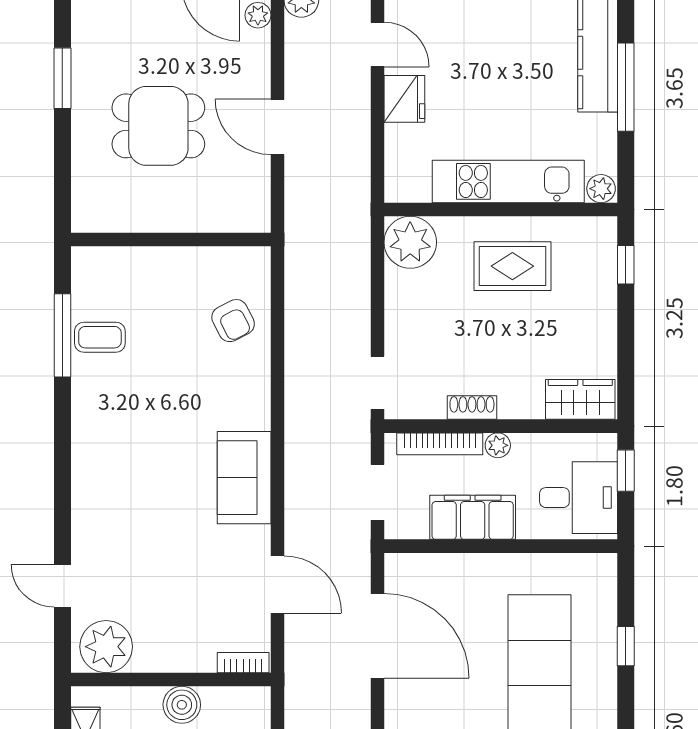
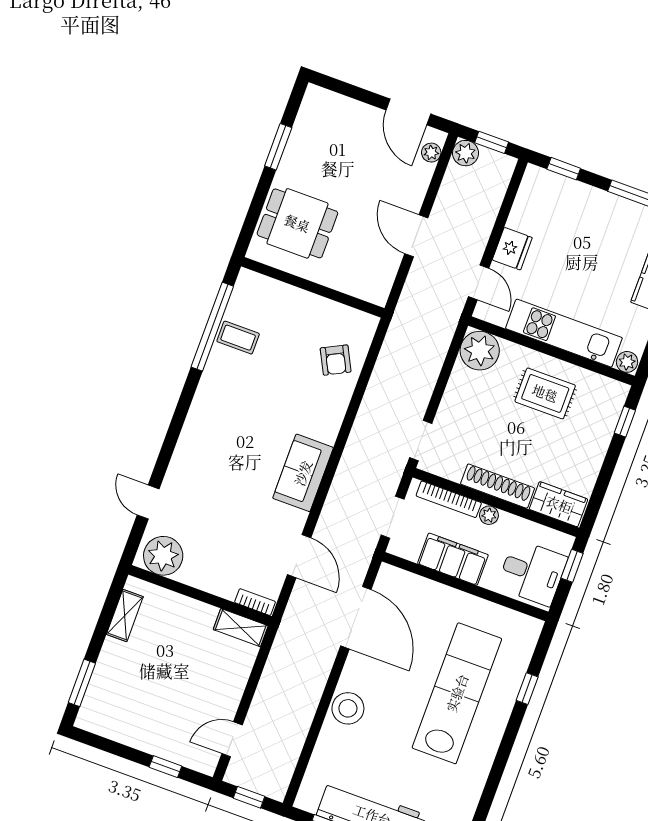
door: (377, 45) -> (479, 282), moved
dining table: (158, 126) -> (297, 223), moved
window: (62, 335) -> (212, 327), width x1.46
shoe rack: (472, 408) -> (498, 486), width x1.94, depth x1.24
shelving: (237, 701) -> (241, 628), added
boiler: (182, 705) -> (201, 616), removed

